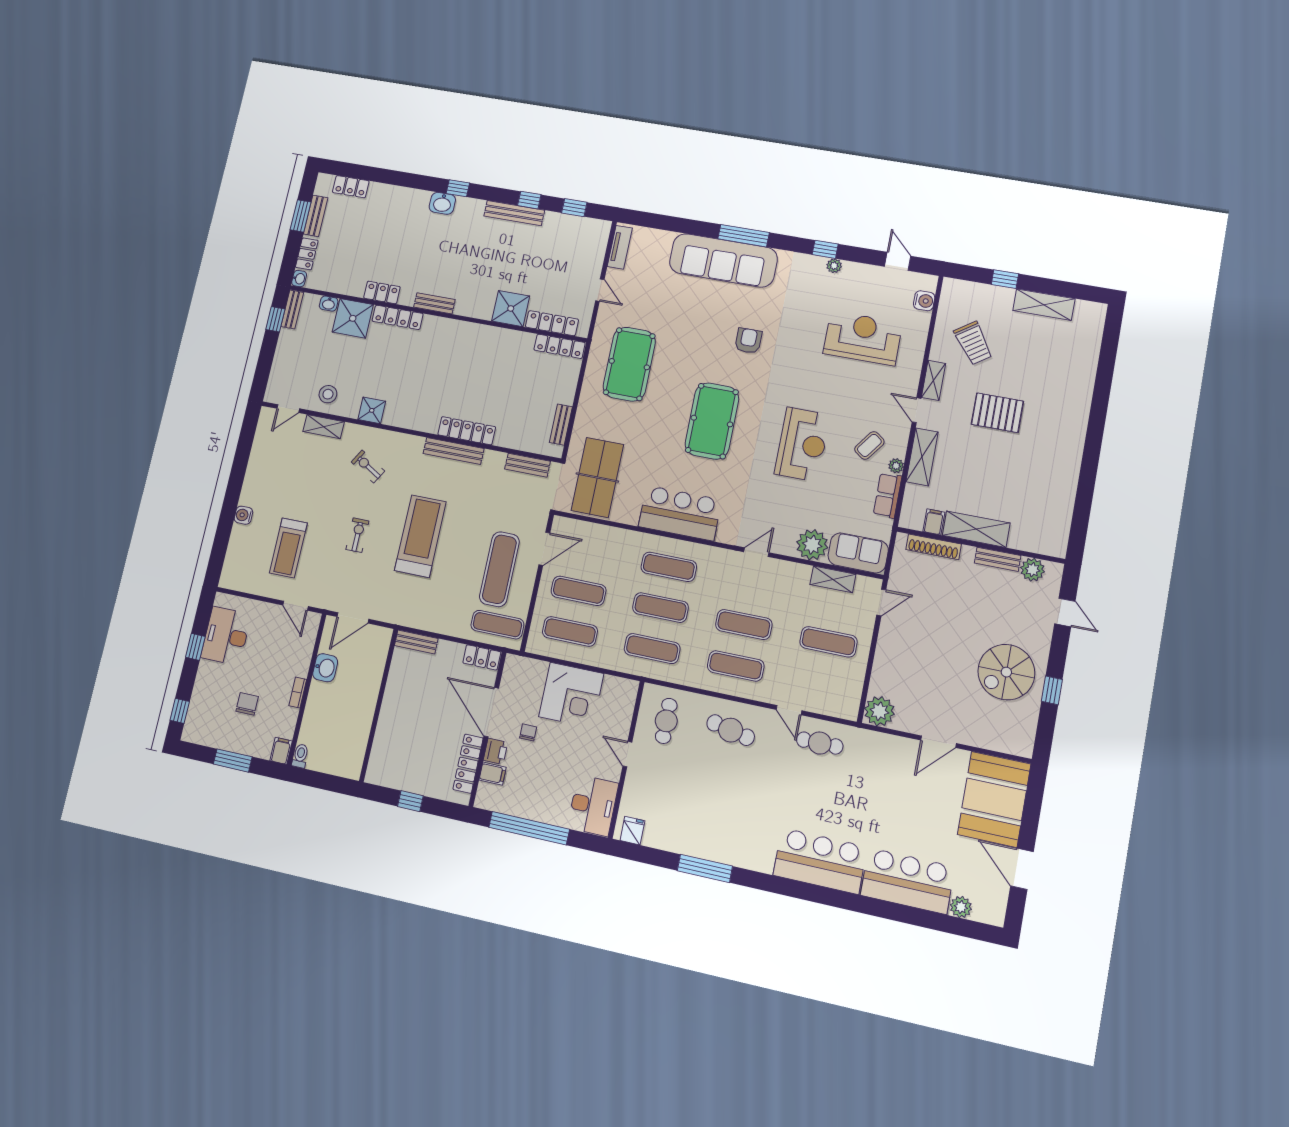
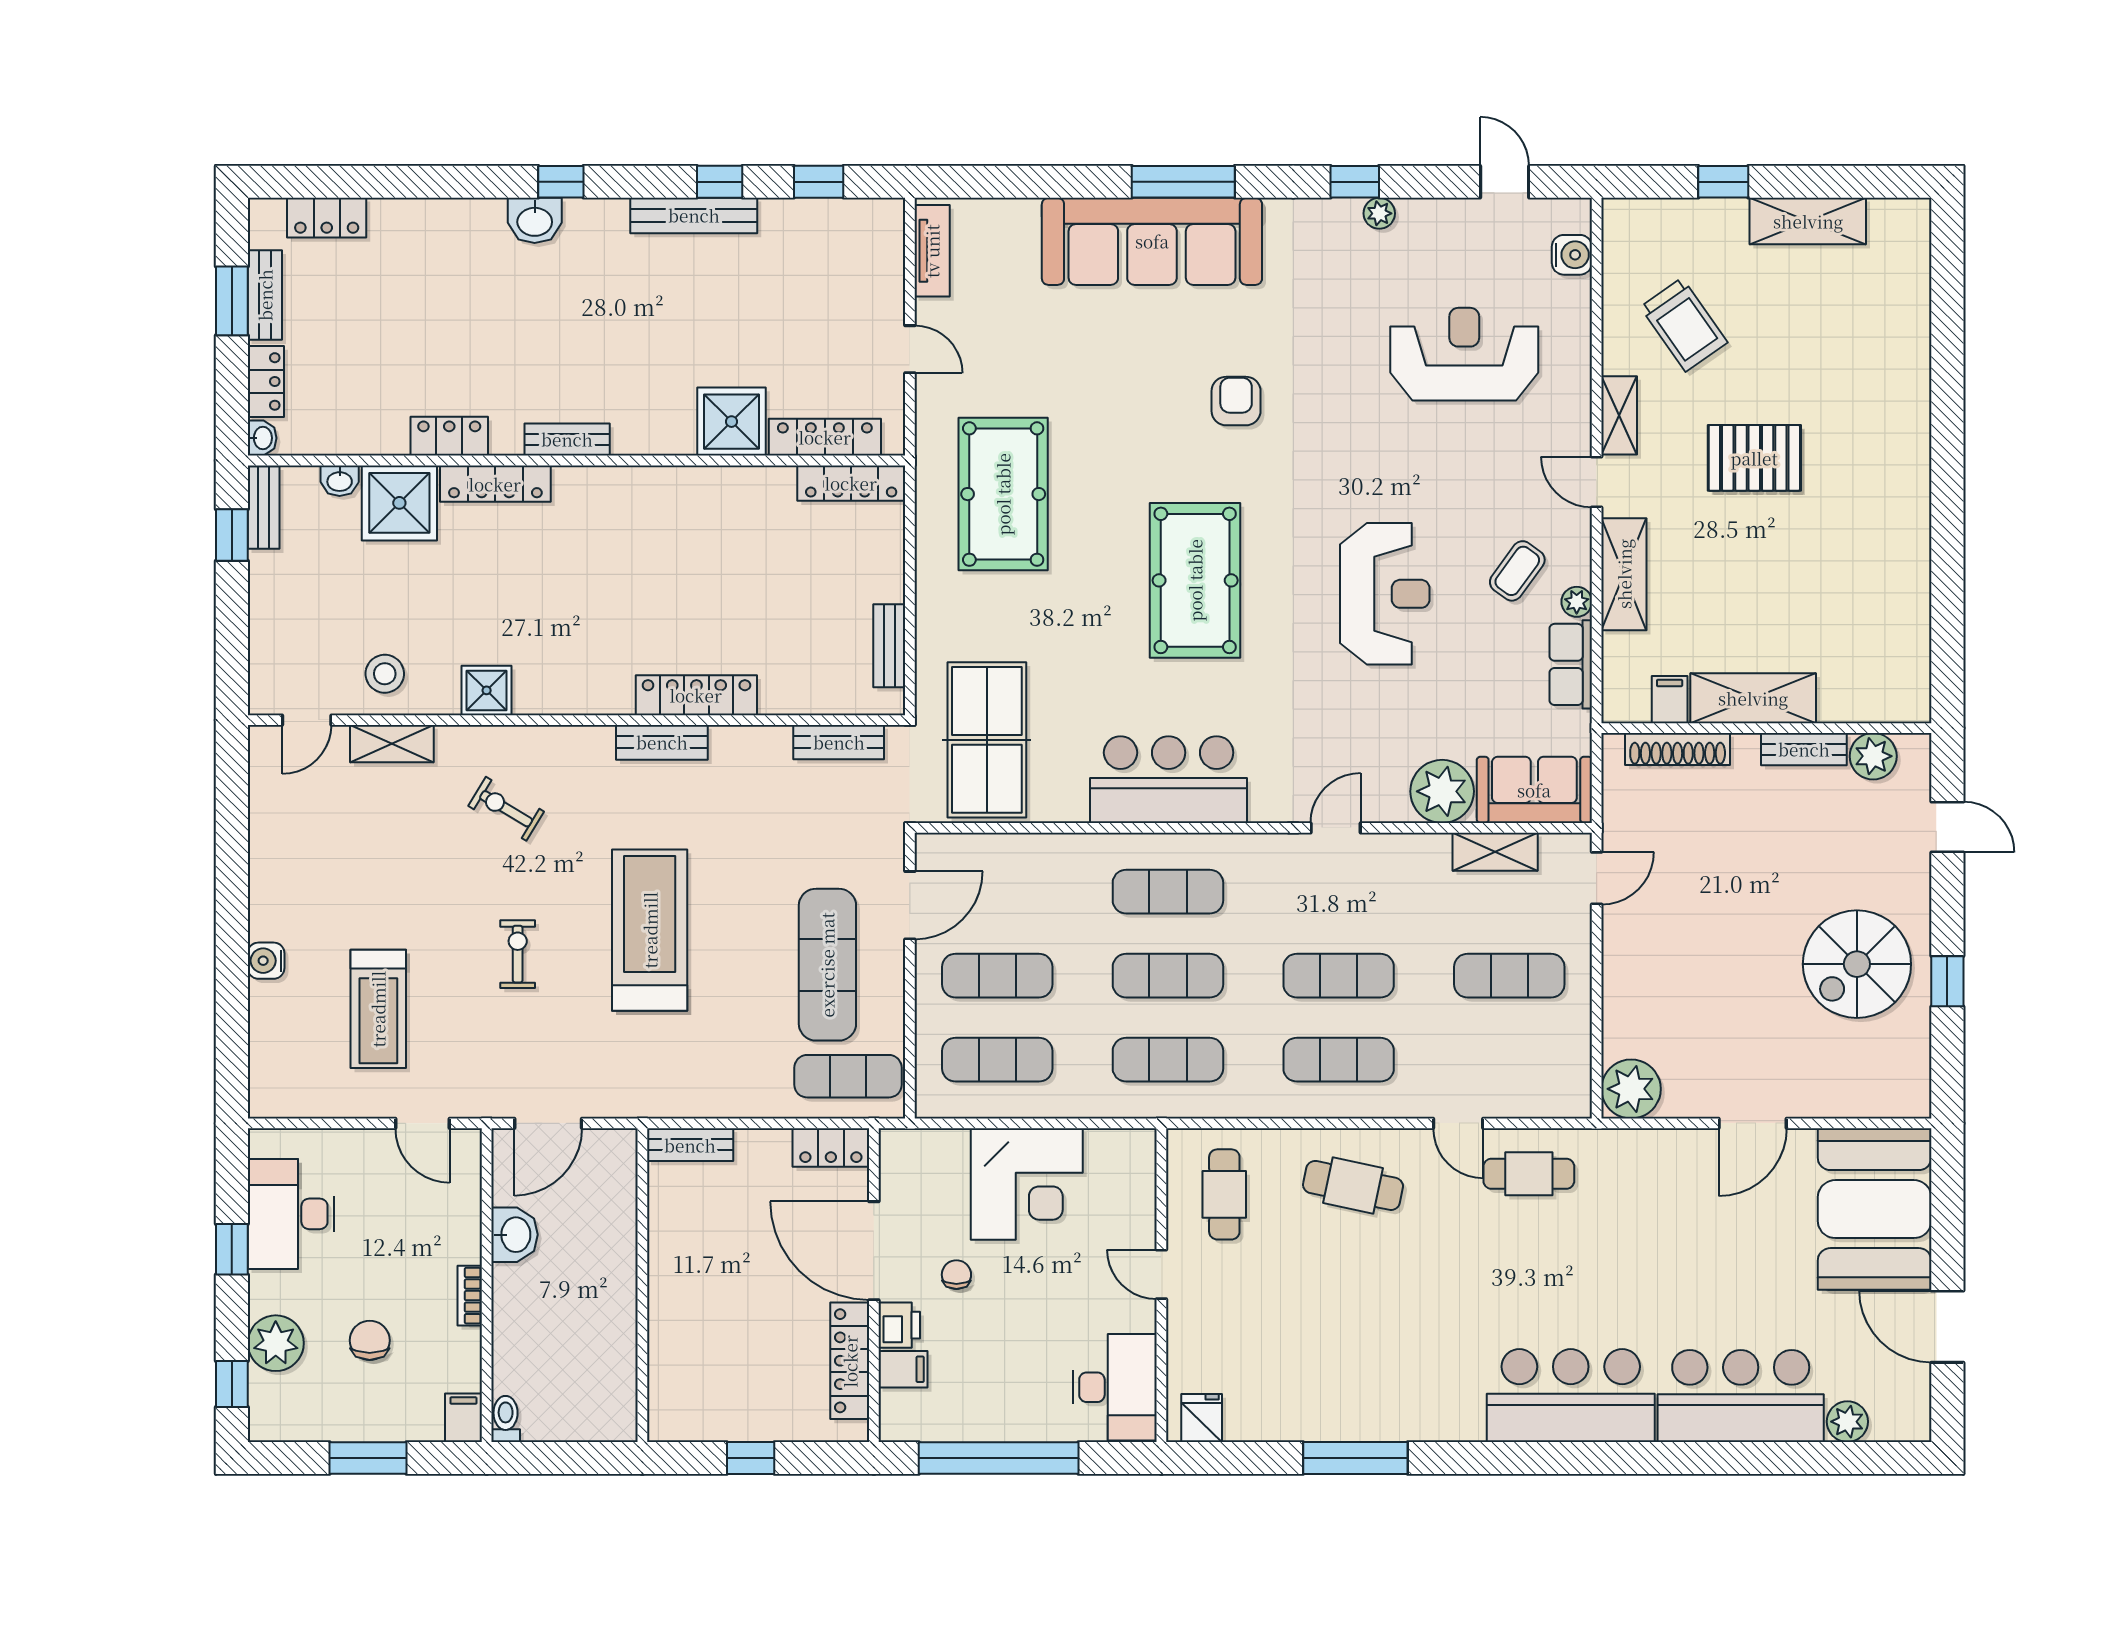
bench: (454, 451) -> (662, 742), width x0.73
plant: (204, 696) -> (276, 1343), added

